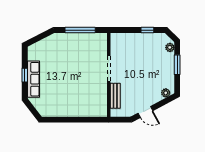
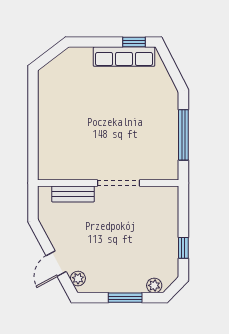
window: (25, 75) -> (134, 42), moved
row of seats: (33, 79) -> (124, 57), moved
door: (145, 112) -> (56, 264), moved

